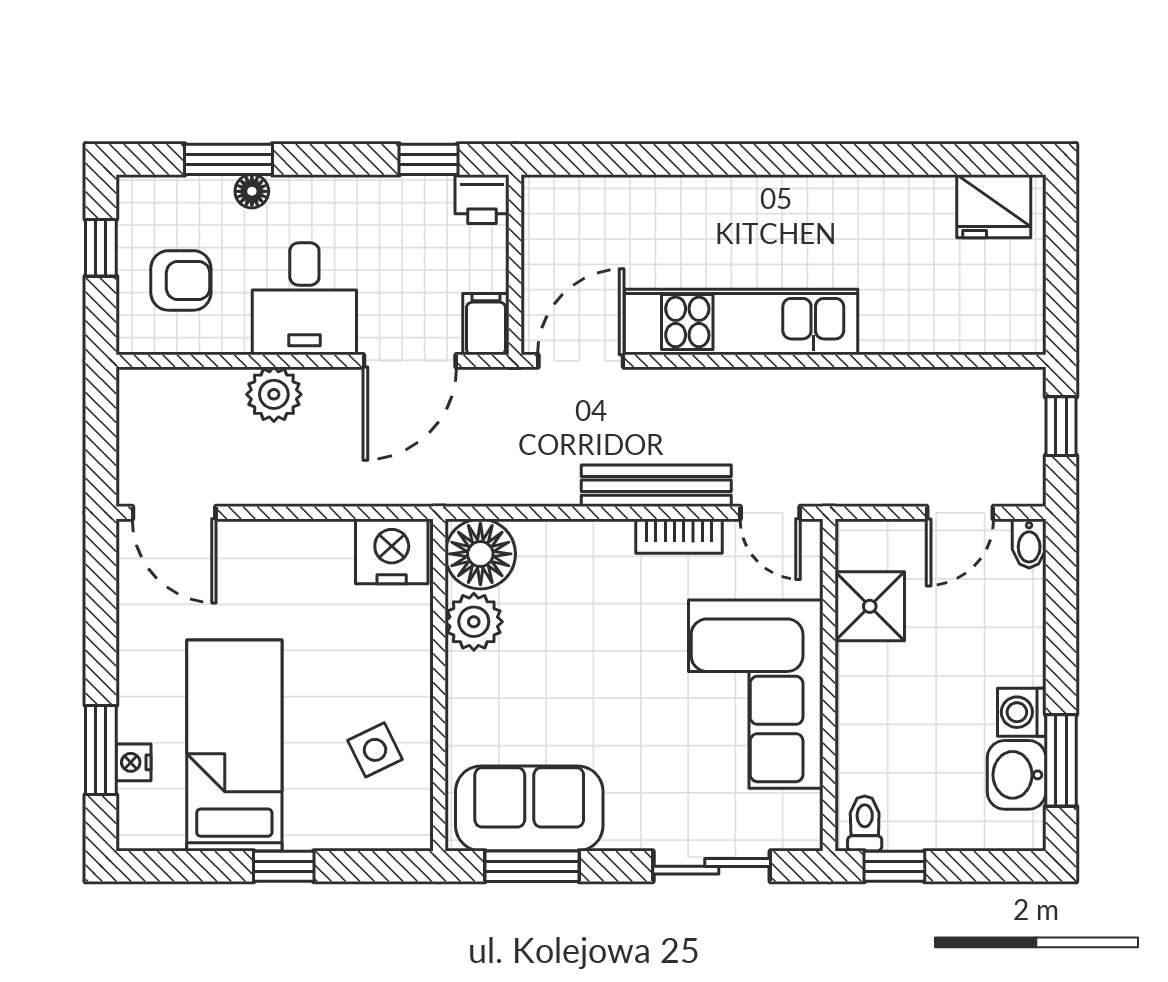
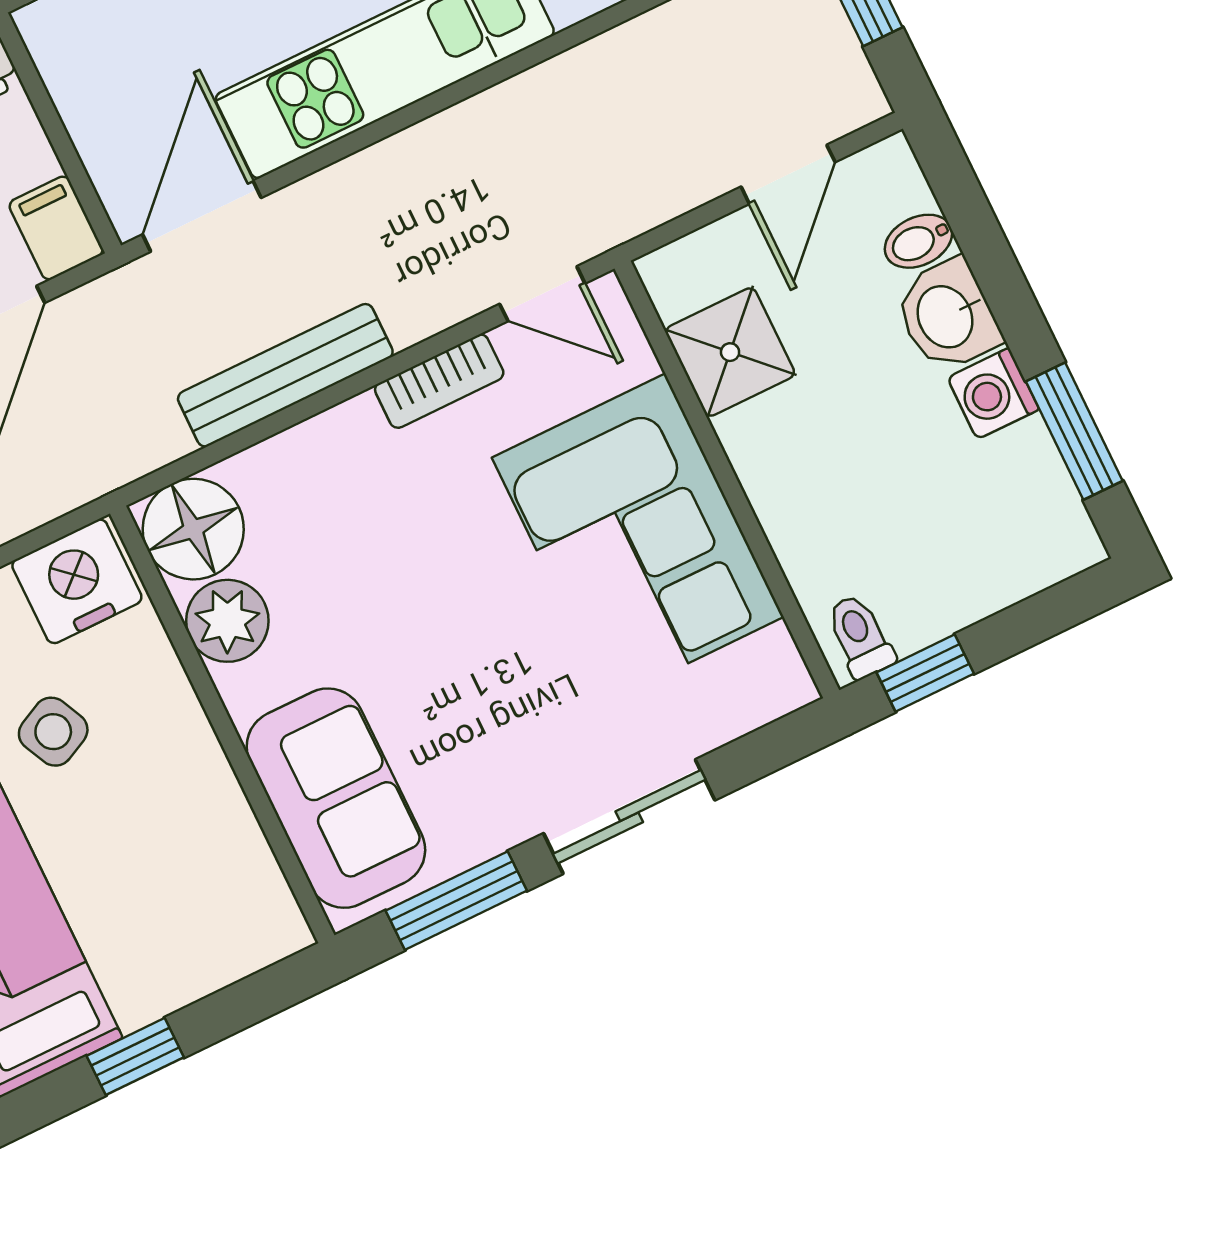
bench: (656, 486) -> (285, 375), moved
bidet: (1029, 543) -> (918, 241), moved, turned 90
side table: (375, 750) -> (53, 732), moved
washbasin: (1017, 775) -> (947, 316), moved
sofa: (529, 808) -> (336, 798), moved, turned 90
sliding door: (712, 866) -> (629, 817), moved

